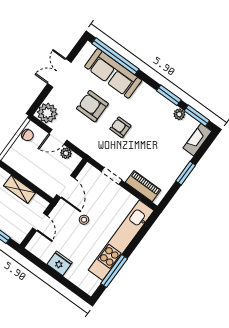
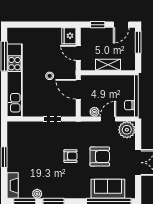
sofa: (113, 73) -> (108, 189), width x0.73
piano: (143, 186) -> (26, 128), removed
fridge: (60, 263) -> (69, 36), moved, turned 90

